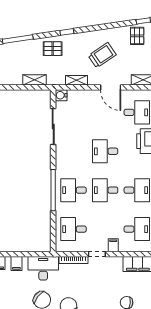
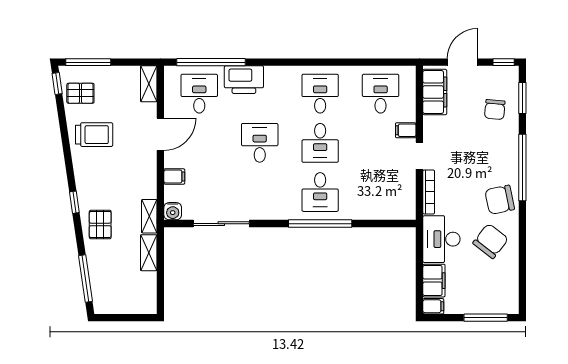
trolley: (102, 55) -> (94, 135), moved, turned 124
shelving: (76, 80) -> (149, 216), moved
filing cabinet: (83, 96) -> (174, 177), added
desk: (105, 151) -> (260, 143), turned 180
desk: (73, 229) -> (381, 192), removed
filing cabinet: (16, 263) -> (434, 281), width x2.00

